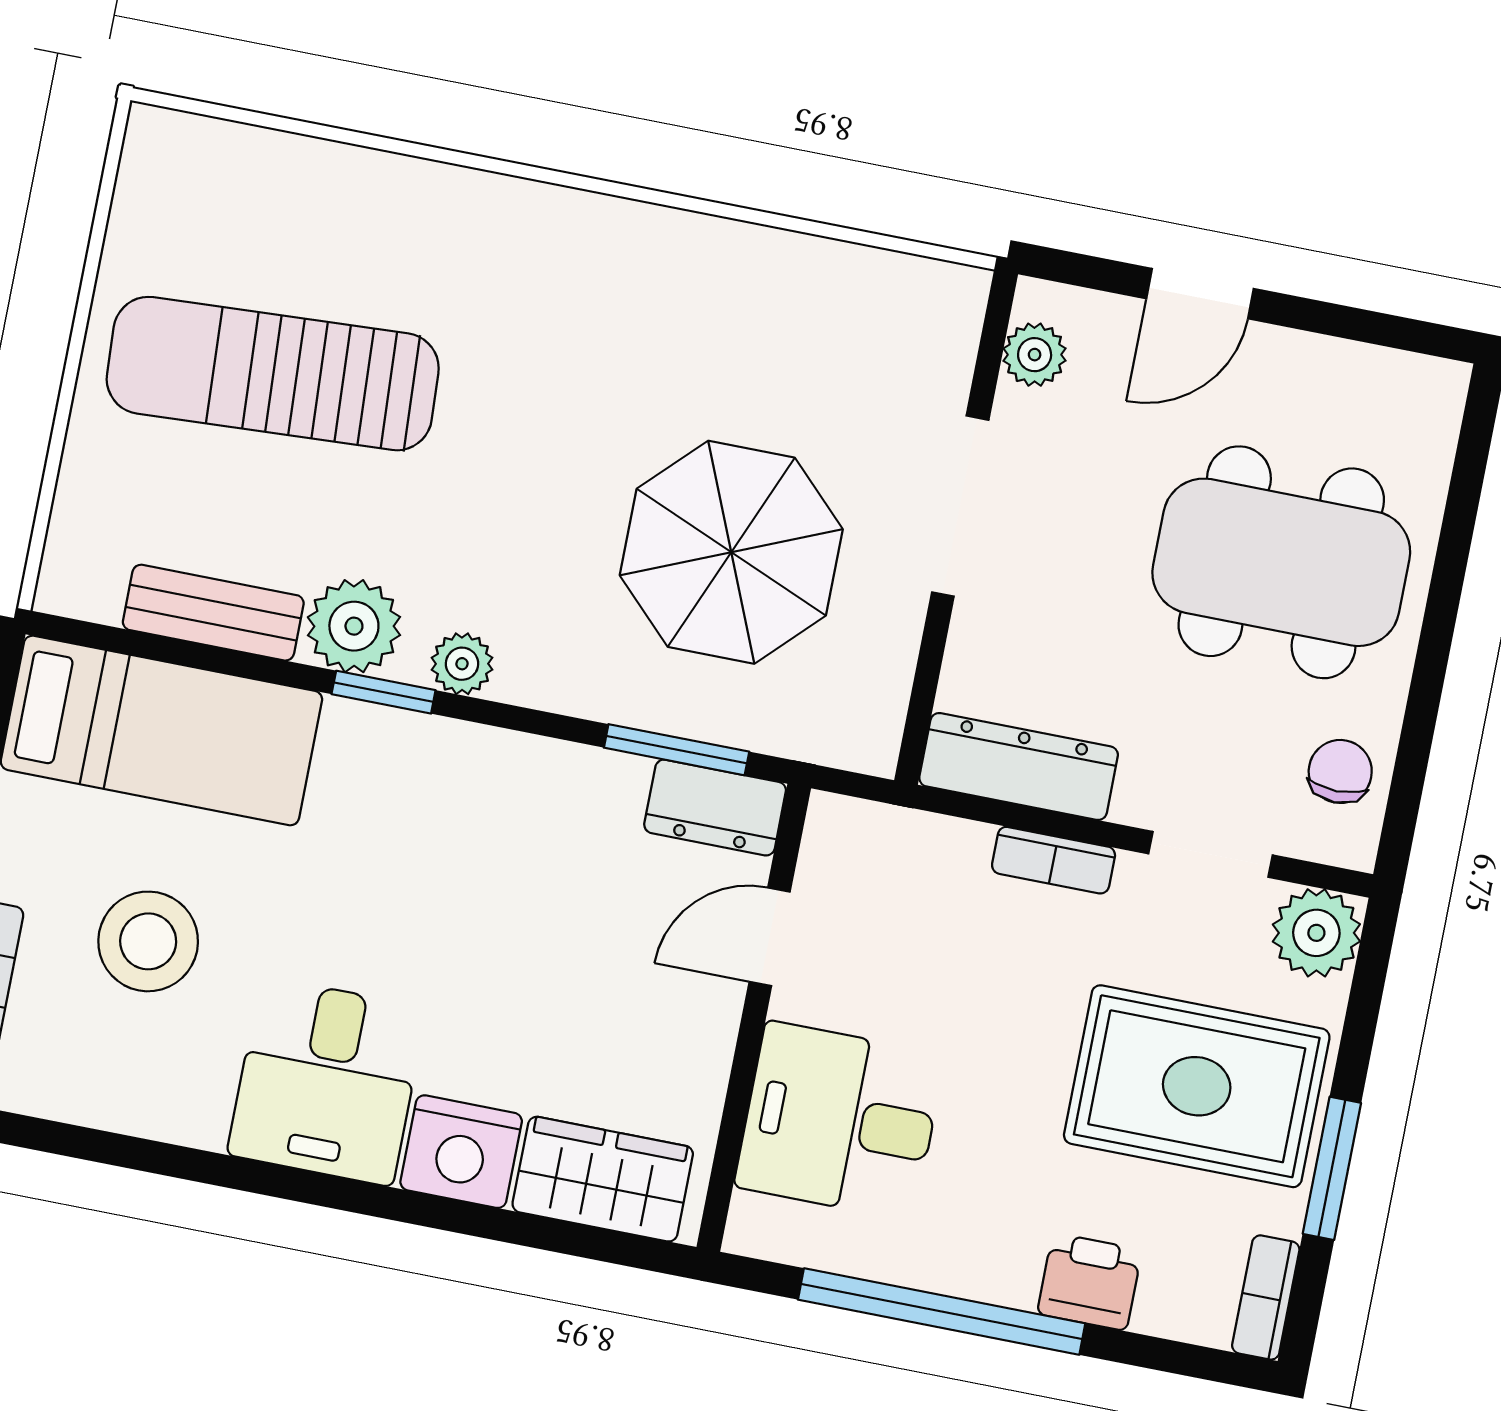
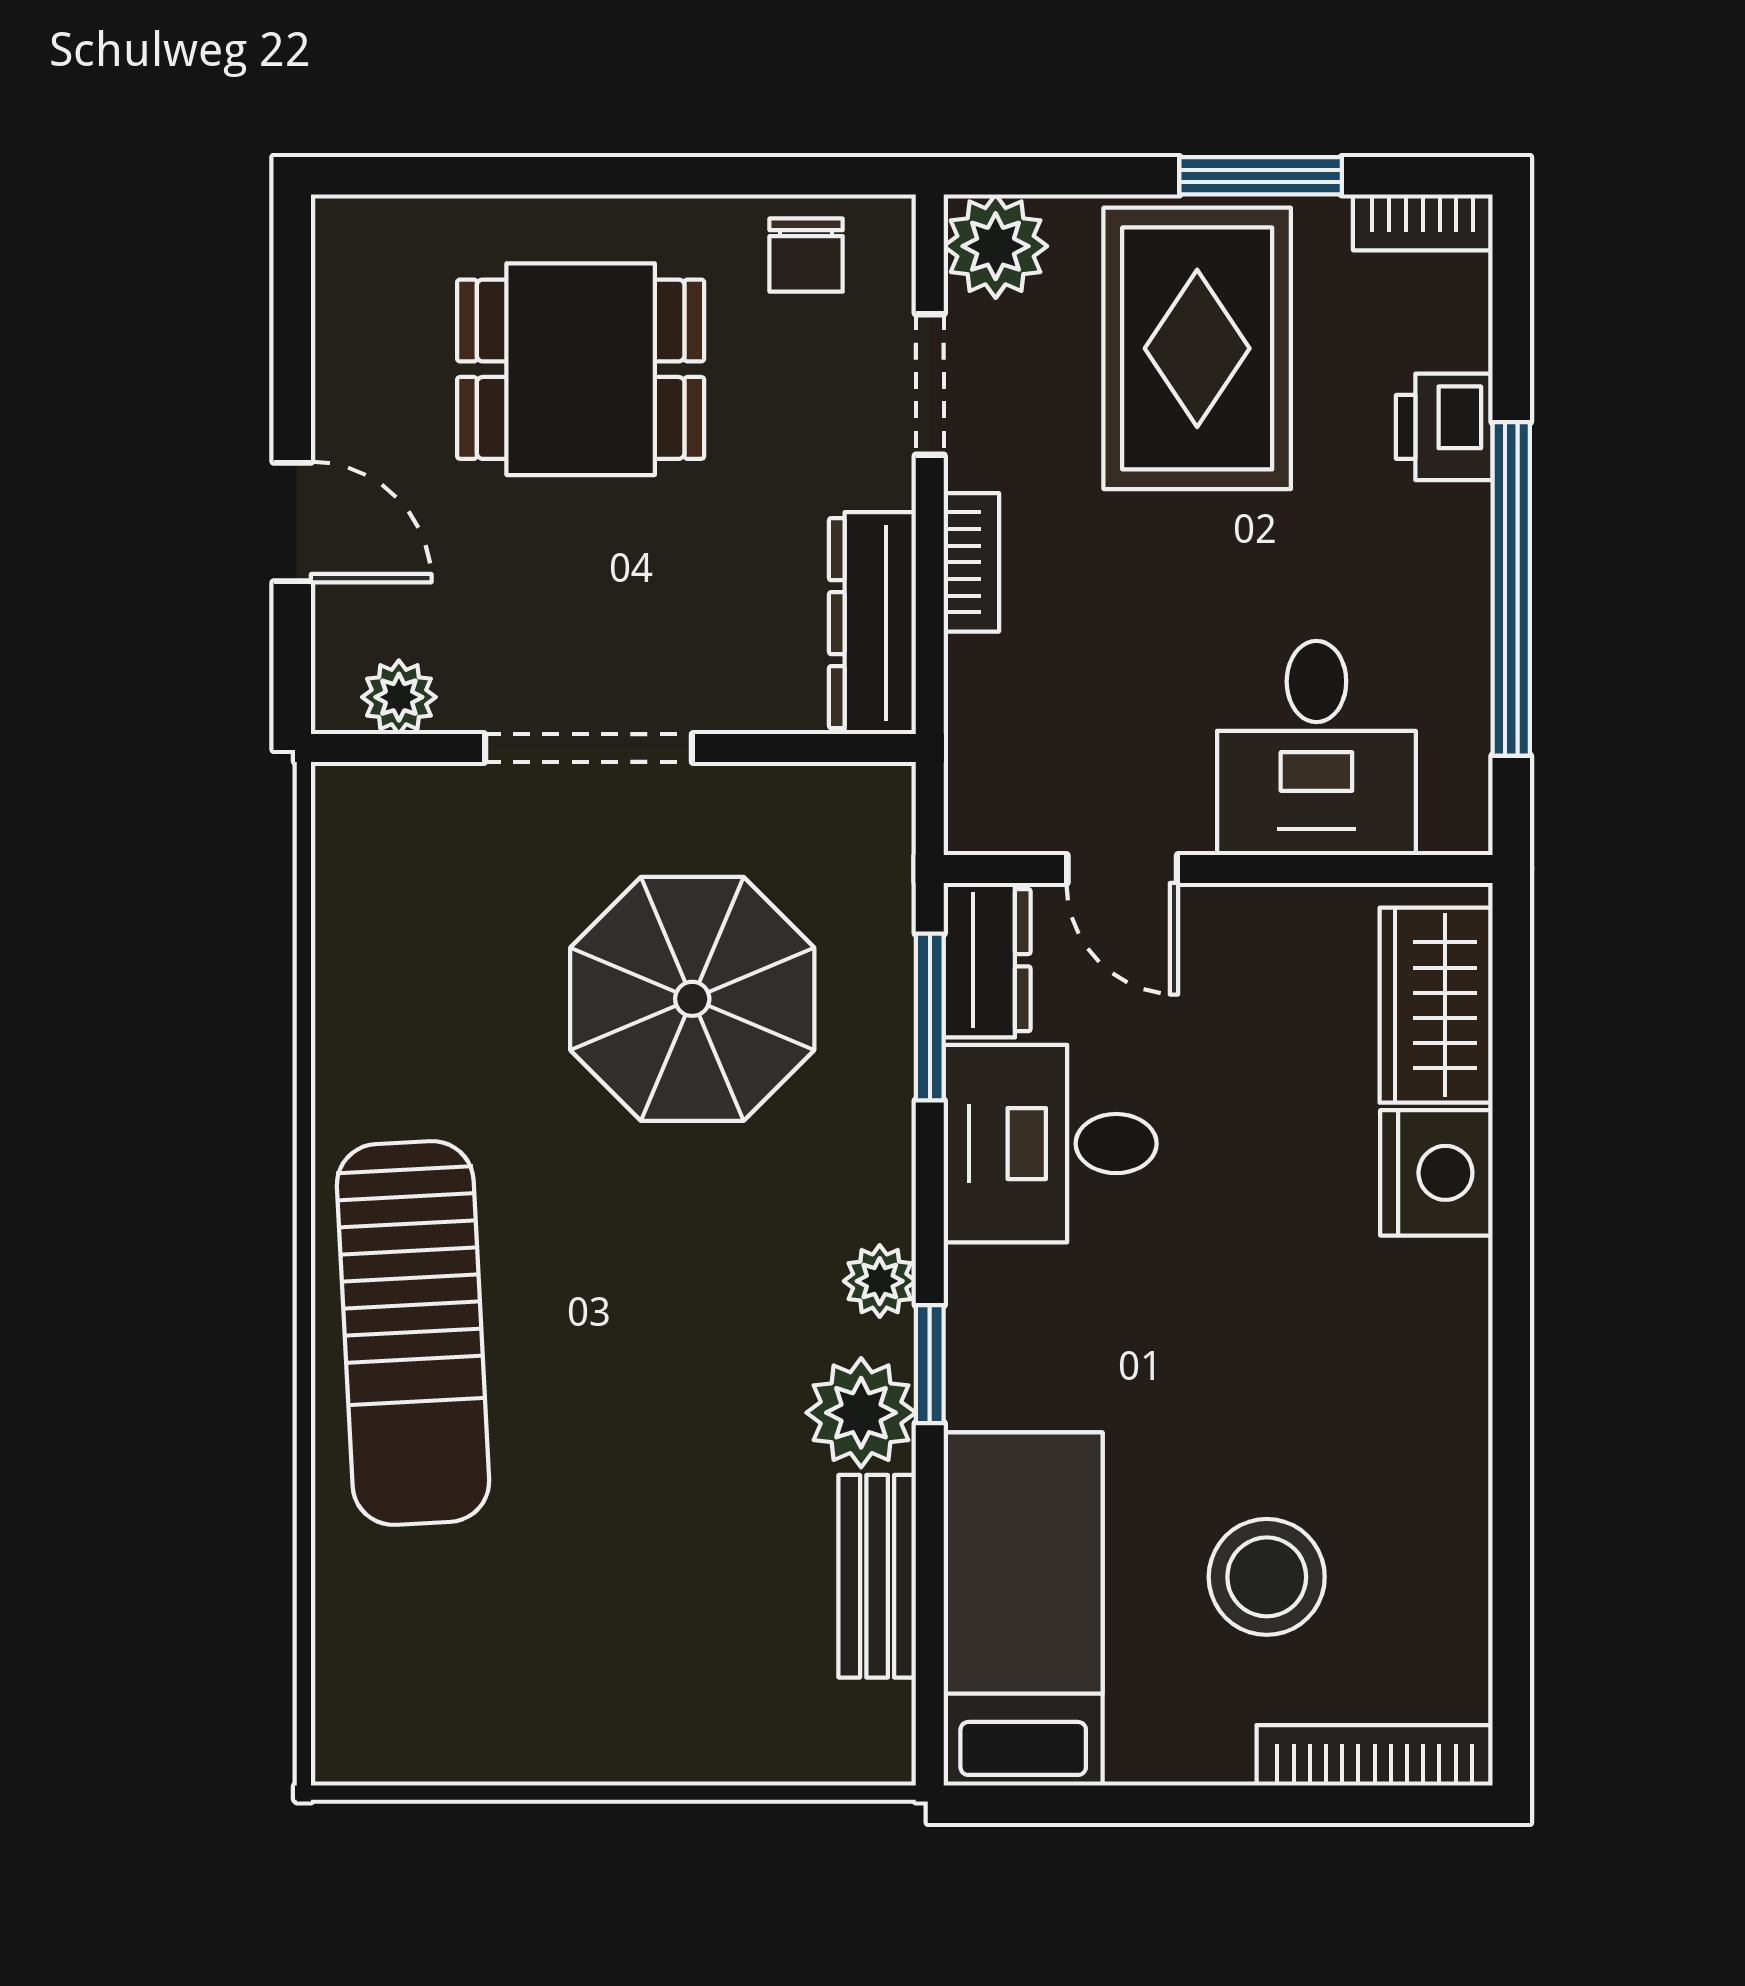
sun lounger: (273, 374) -> (413, 1333), moved
dining table: (1281, 562) -> (581, 369), width x0.73
chair: (1340, 771) -> (806, 255), turned -90
desk: (327, 1081) -> (1050, 1144), moved, turned 180

